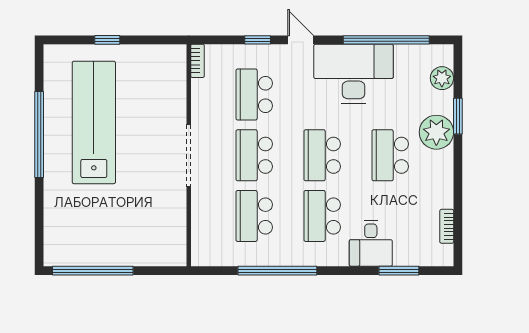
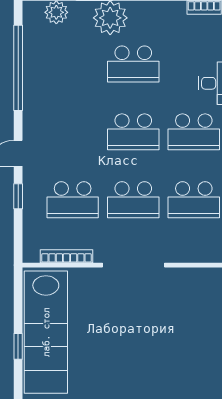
bookcase: (198, 61) -> (66, 256), moved, width x1.56
desk: (353, 74) -> (52, 101), removed
lab bench: (94, 122) -> (46, 332), moved, turned -90

